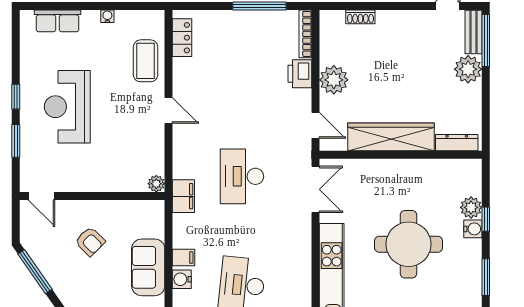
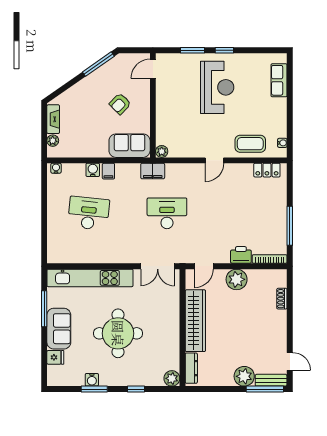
water cooler: (107, 16) -> (282, 143), moved
reception desk: (67, 107) -> (217, 87), turned 90
plant: (471, 207) -> (172, 378), moved
water cooler: (473, 229) -> (92, 380), moved
sofa: (148, 267) -> (130, 146), moved

